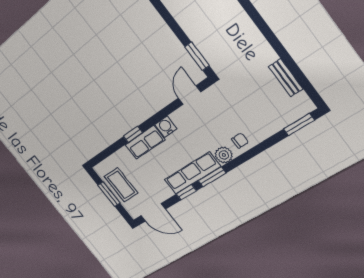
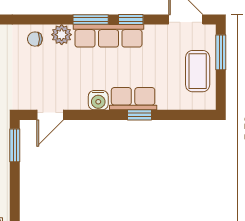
window: (109, 194) -> (221, 52), moved

